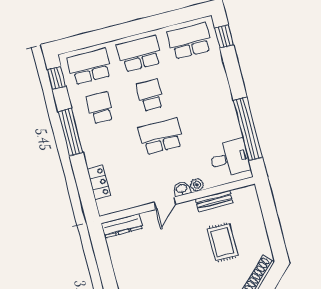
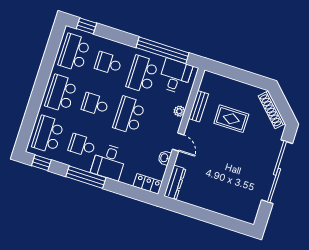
school desk: (200, 82) -> (108, 63), added
school desk: (211, 124) -> (142, 74), added
desk: (101, 146) -> (109, 162), added
locker: (99, 182) -> (148, 184), moved
washbasin: (182, 189) -> (165, 158), moved

